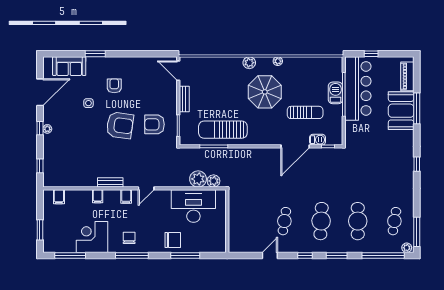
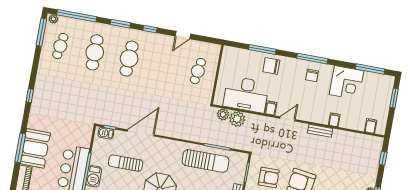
barbecue: (318, 140) -> (106, 133), moved
filing cabinet: (126, 196) -> (271, 108), moved
cafe table: (284, 221) -> (198, 71), moved

